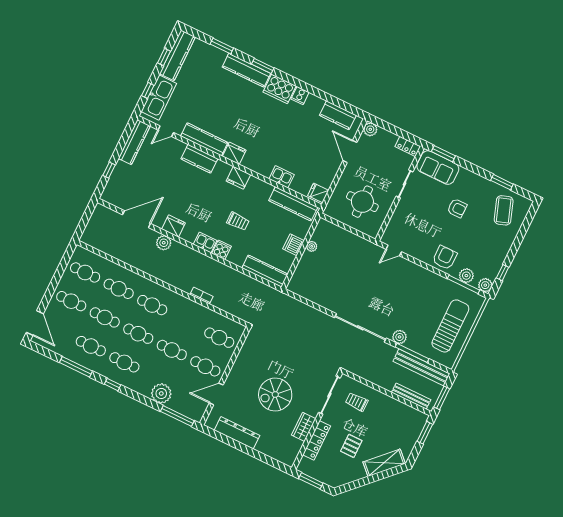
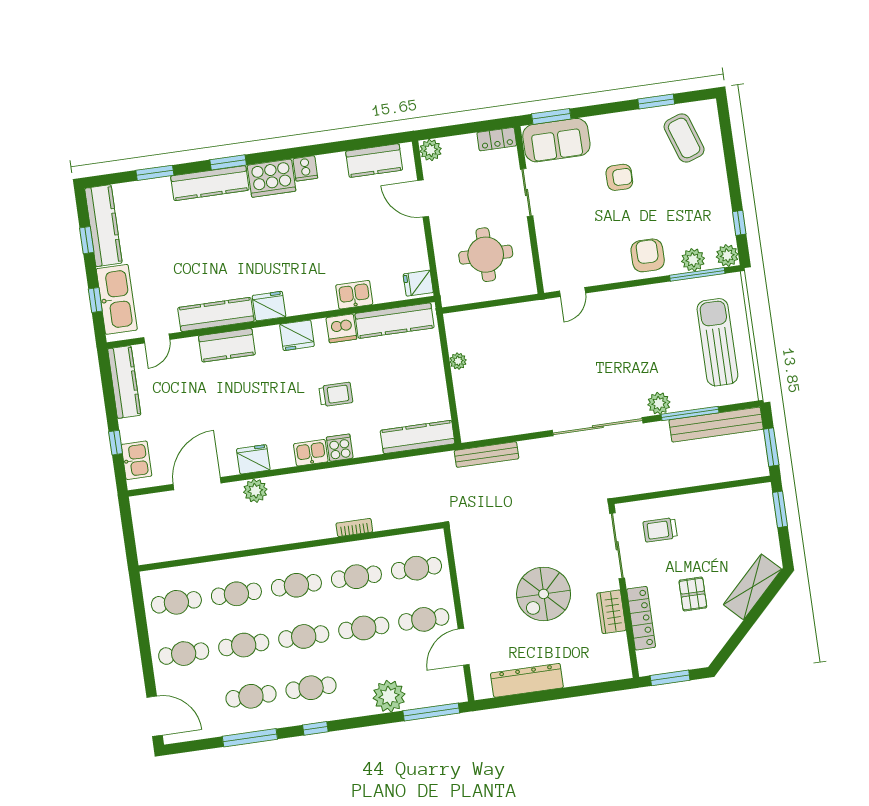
kitchen sink: (114, 186) -> (137, 460), added
dishwasher: (294, 245) -> (341, 328), moved, turned -90
cafe table: (186, 321) -> (356, 577), added
bench: (411, 396) -> (487, 455), moved

